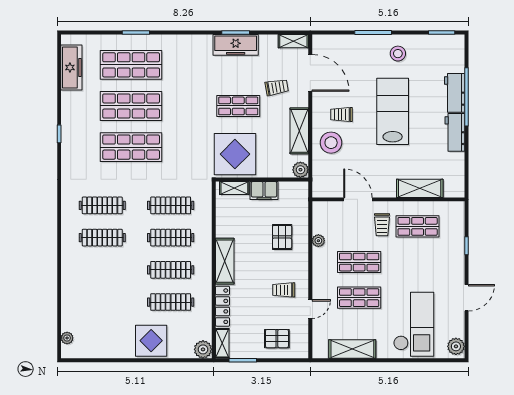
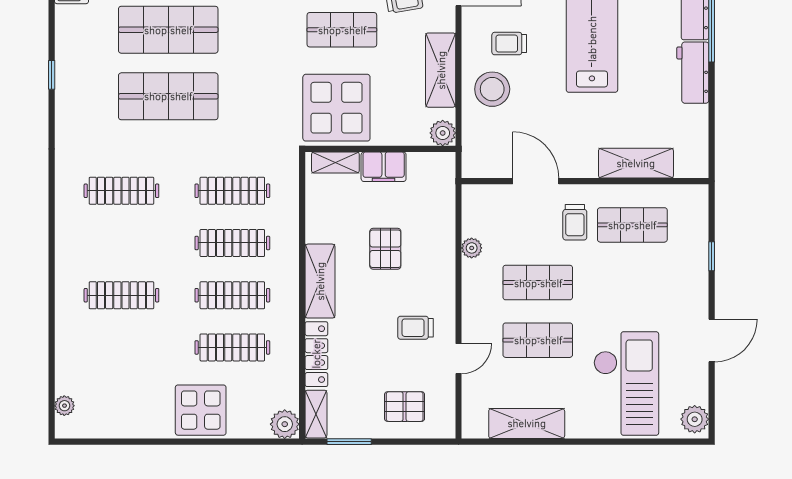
pallet: (282, 237) -> (385, 249), moved
clothes rail: (102, 238) -> (121, 295), moved

